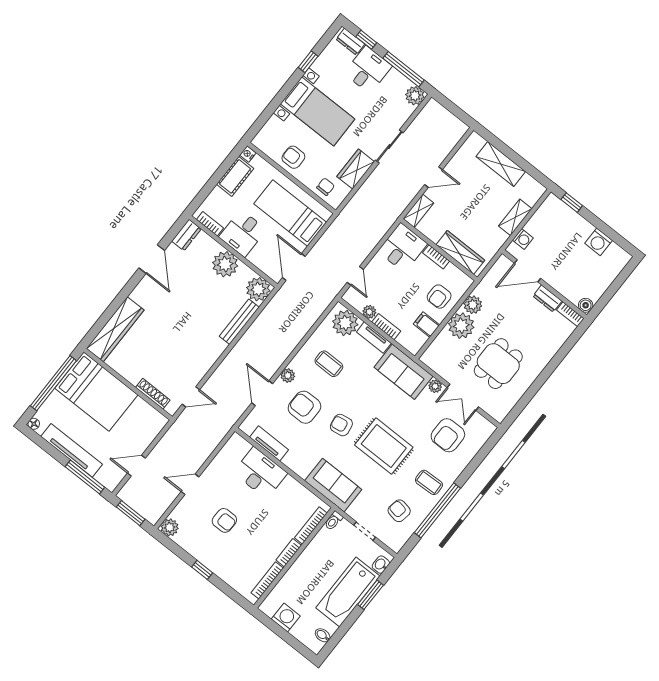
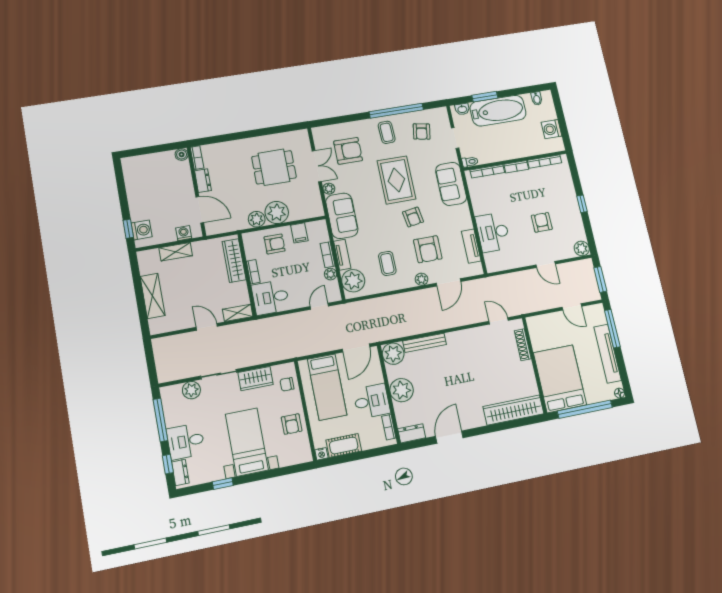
plant: (415, 96) -> (191, 390), moved
washing machine: (599, 242) -> (142, 230), moved

